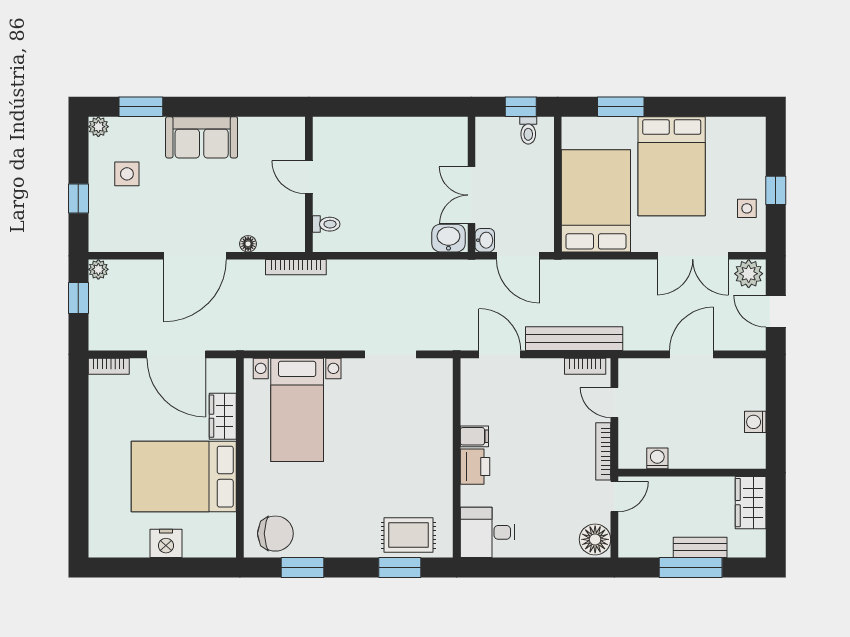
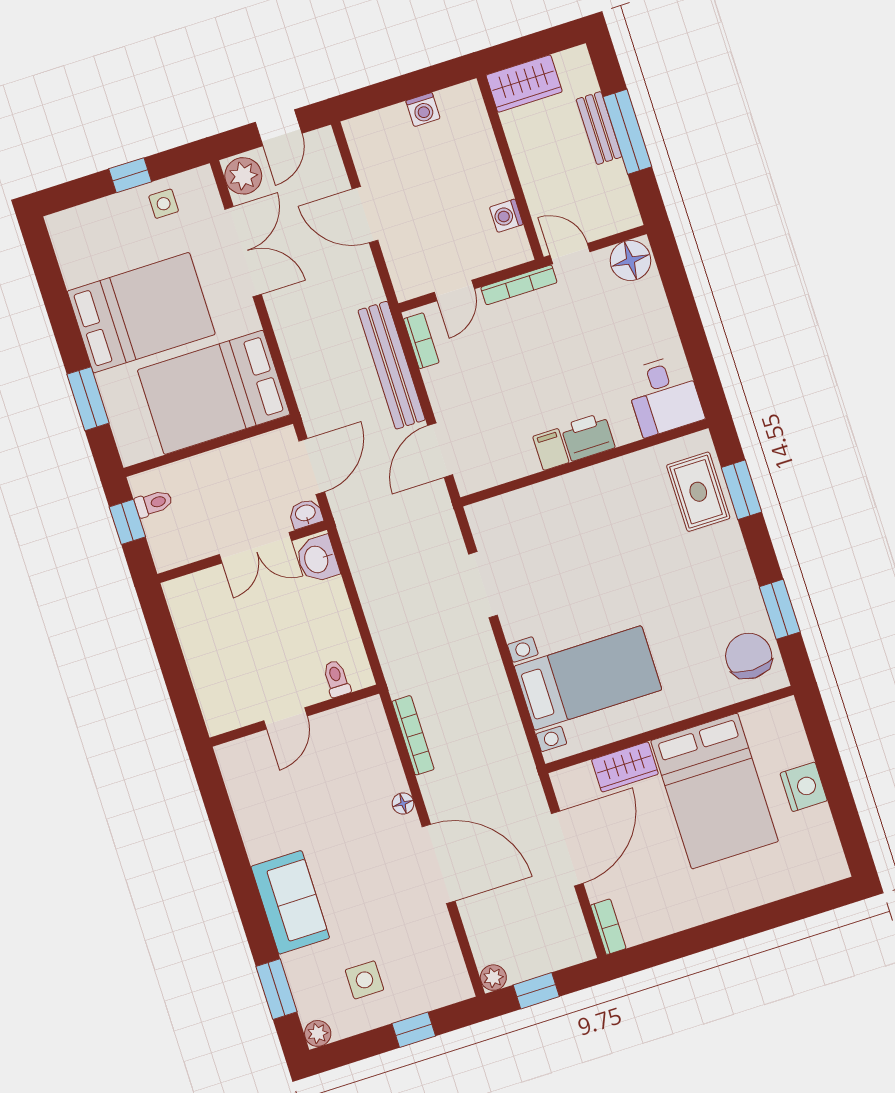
door: (309, 177) -> (286, 718), moved
wall: (309, 184) -> (294, 716), moved
toilet: (326, 224) -> (336, 679), moved

